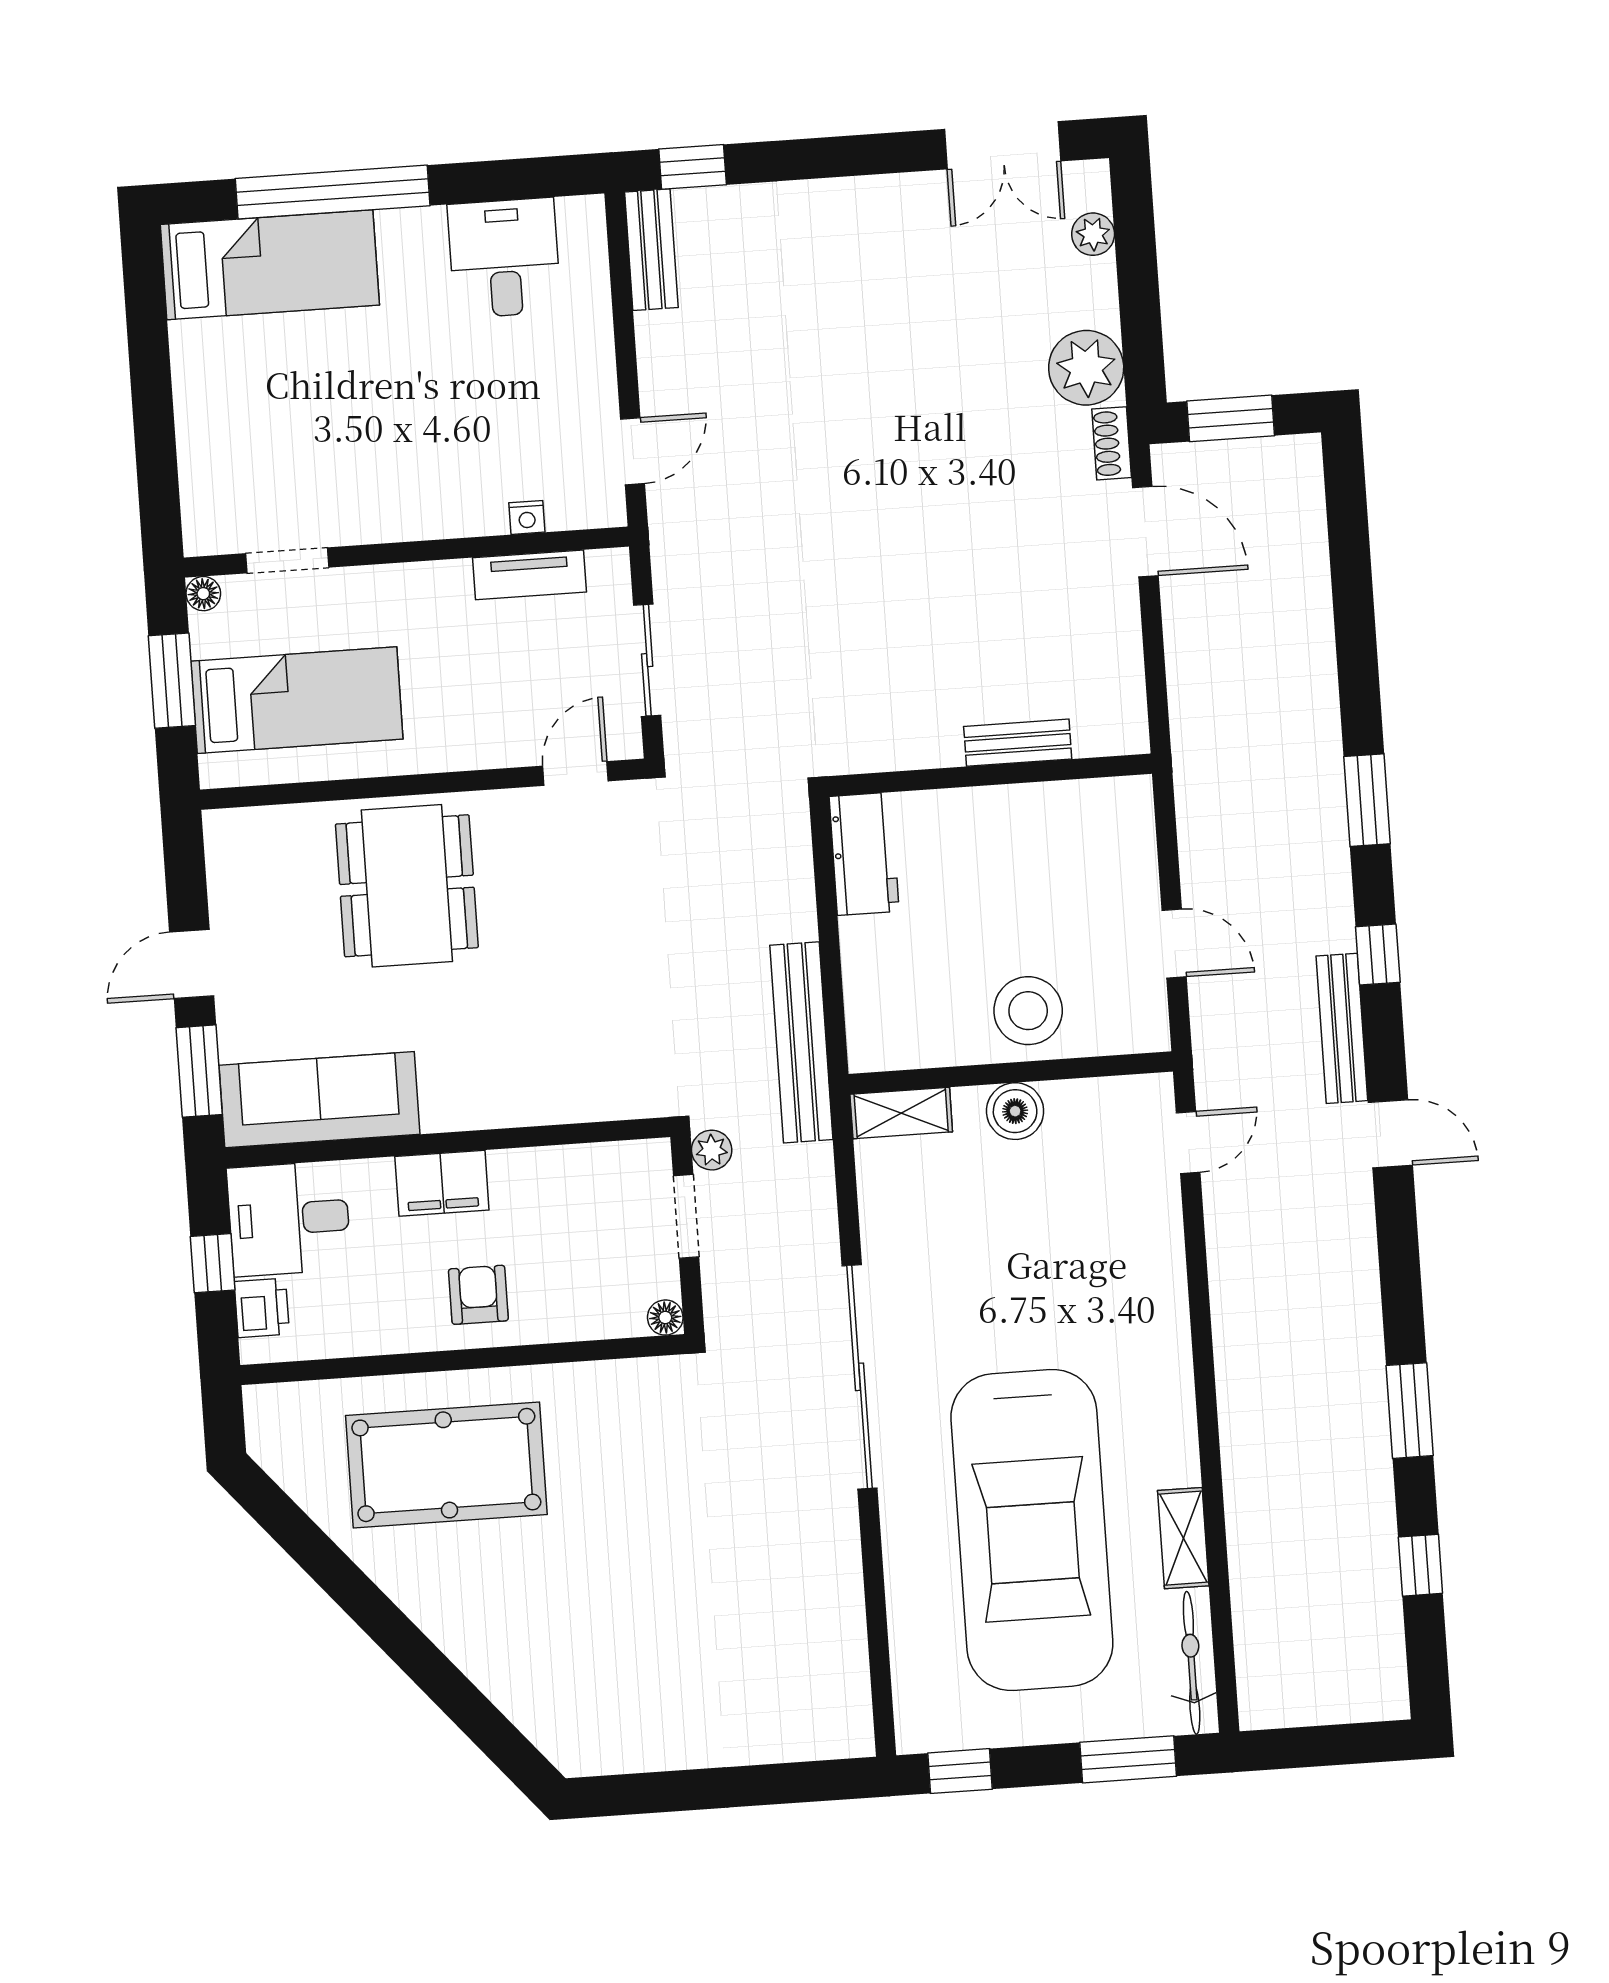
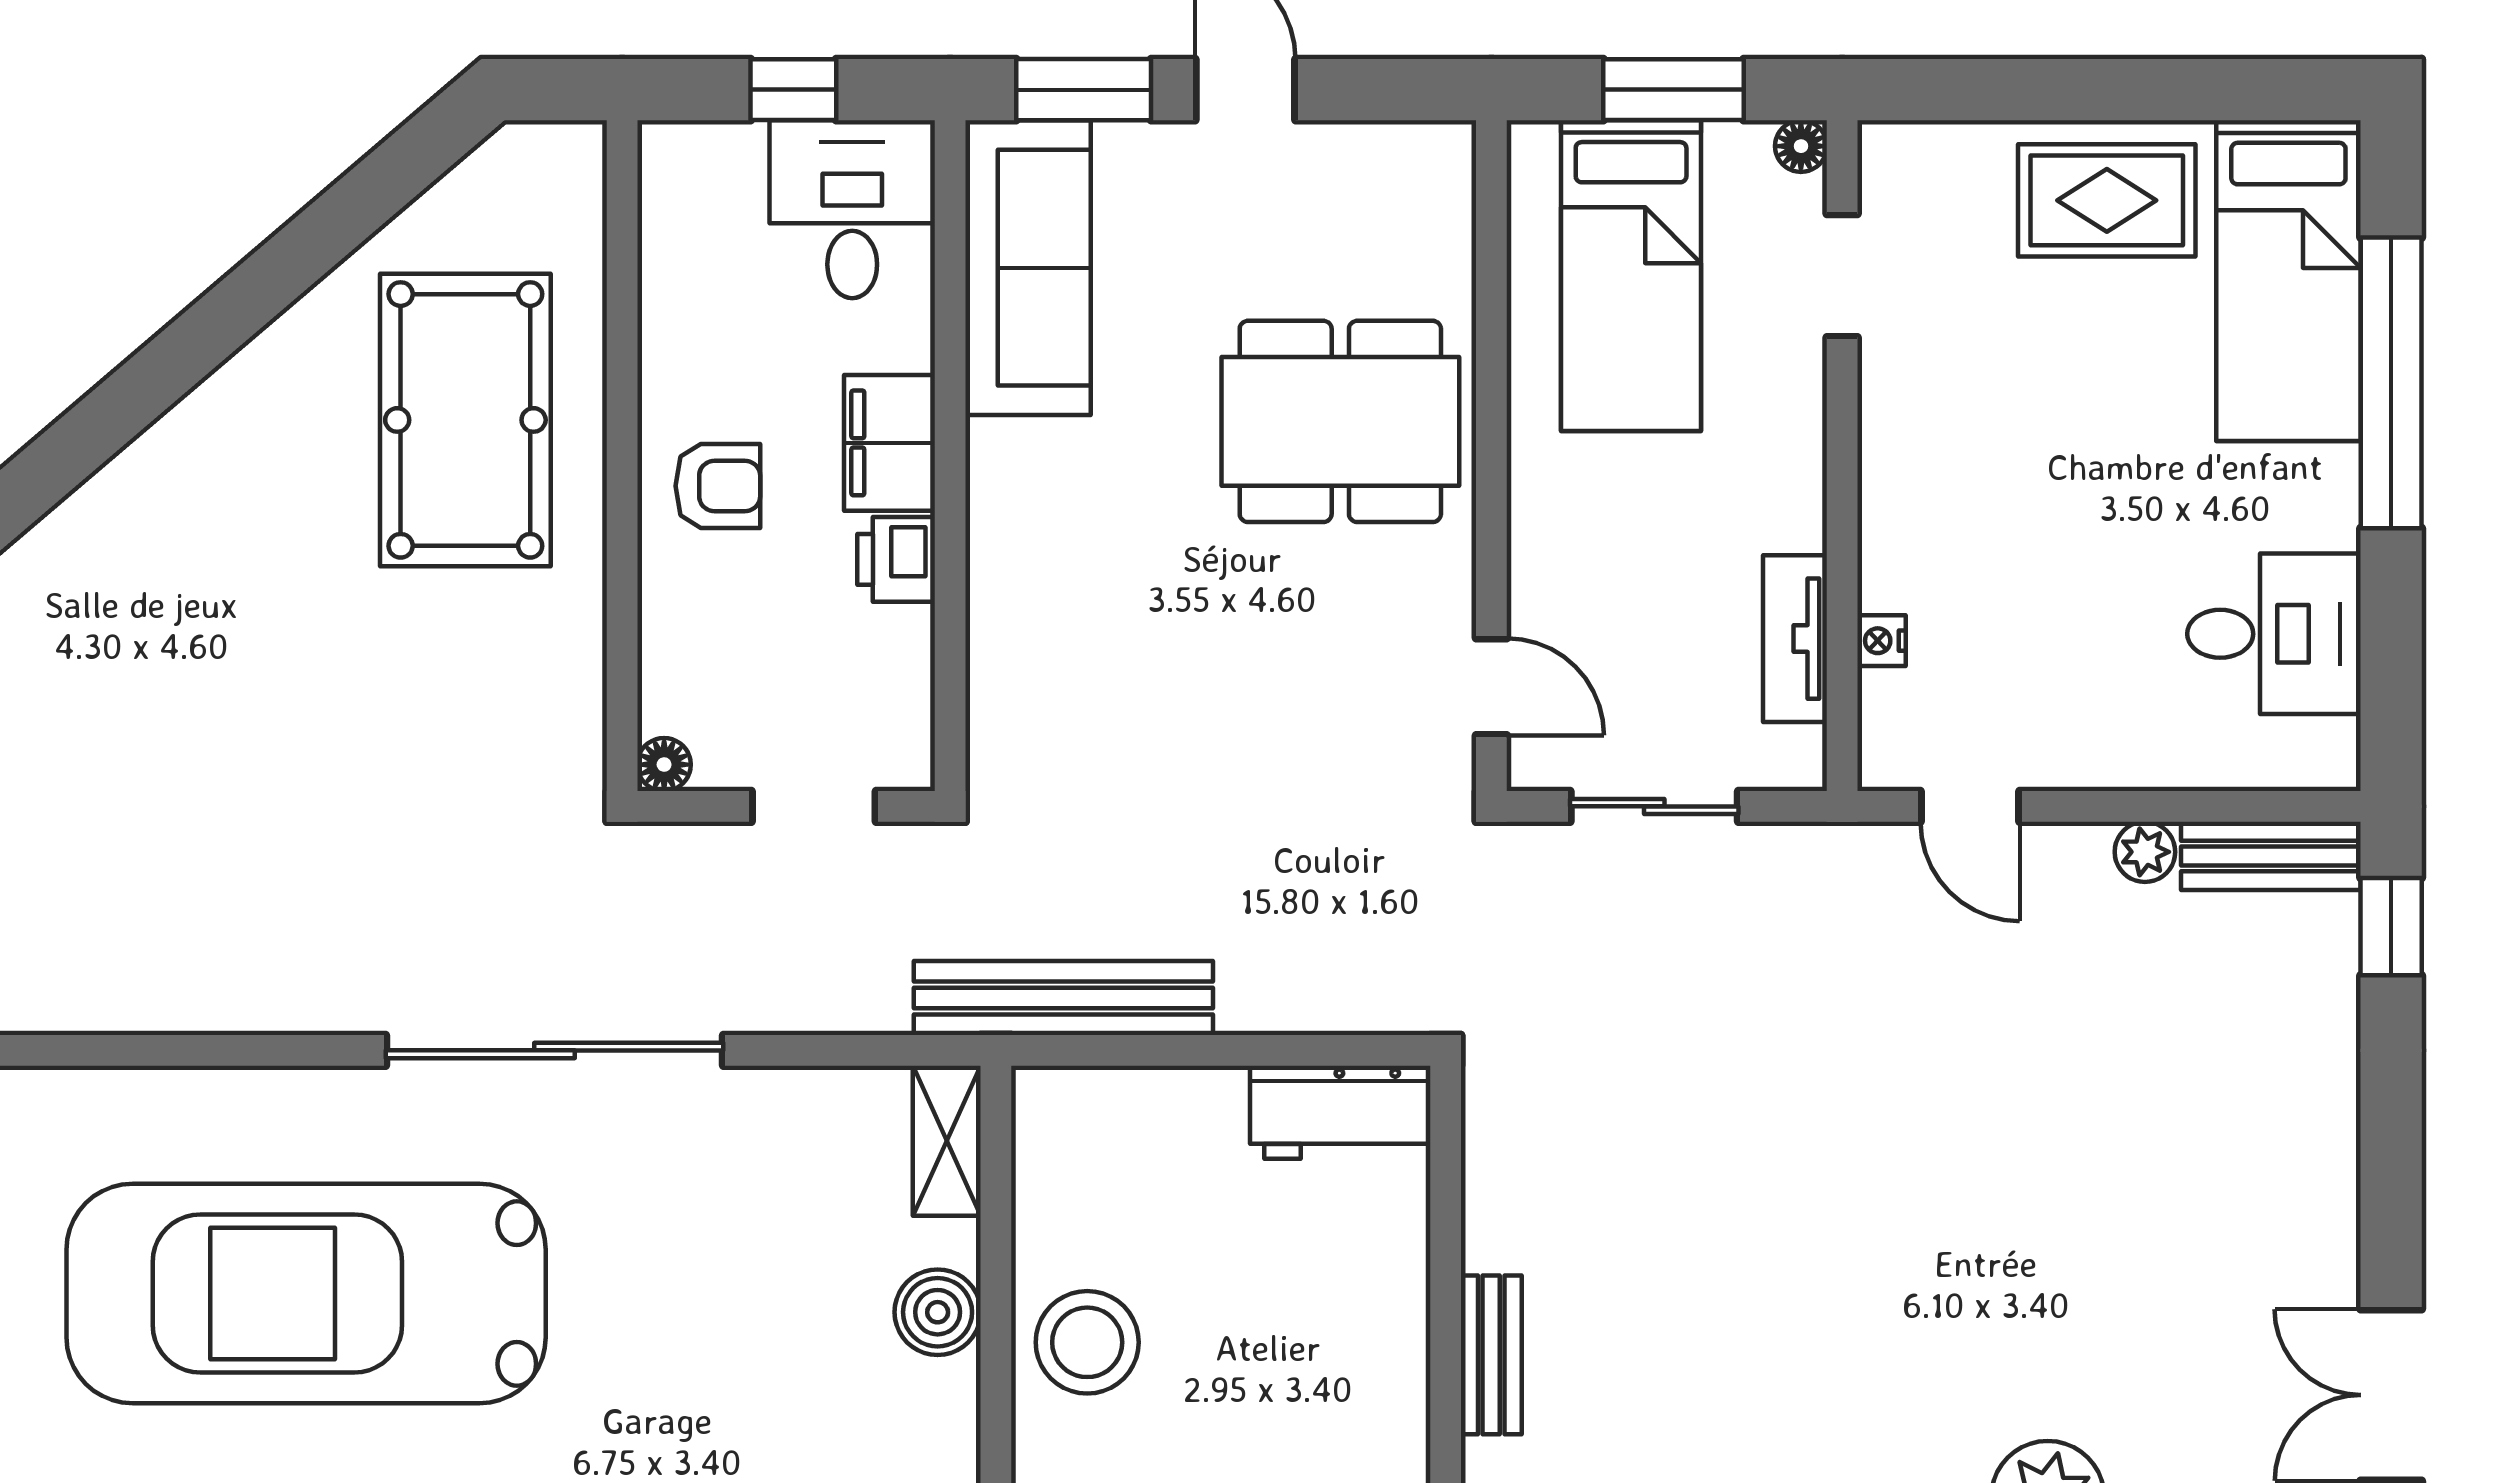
rug: (225, 389) -> (2107, 200), added
plant: (712, 1150) -> (2145, 852), moved
printer: (262, 1308) -> (896, 559), moved, turned 90

